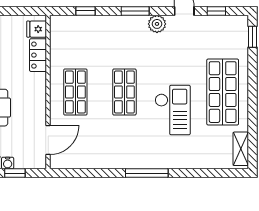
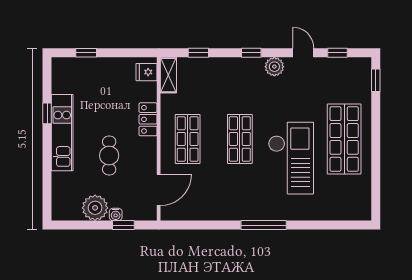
window: (135, 11) -> (251, 53), width x0.67
locker: (38, 55) -> (148, 119), moved
checkout: (173, 110) -> (291, 158), width x1.36, depth x1.21
shelving: (241, 149) -> (168, 75), moved

